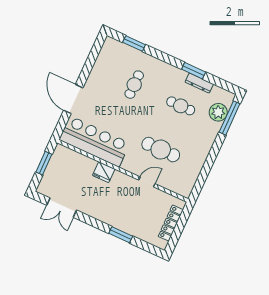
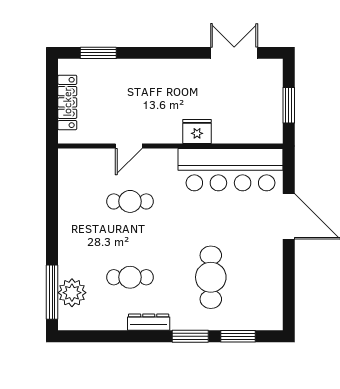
window: (194, 71) -> (190, 336), moved
dresser: (199, 83) -> (149, 322), moved
cafe table: (134, 85) -> (211, 277), width x1.37, depth x1.35
cafe table: (161, 150) -> (130, 201), width x0.73, depth x0.74
window: (121, 235) -> (98, 53), moved

